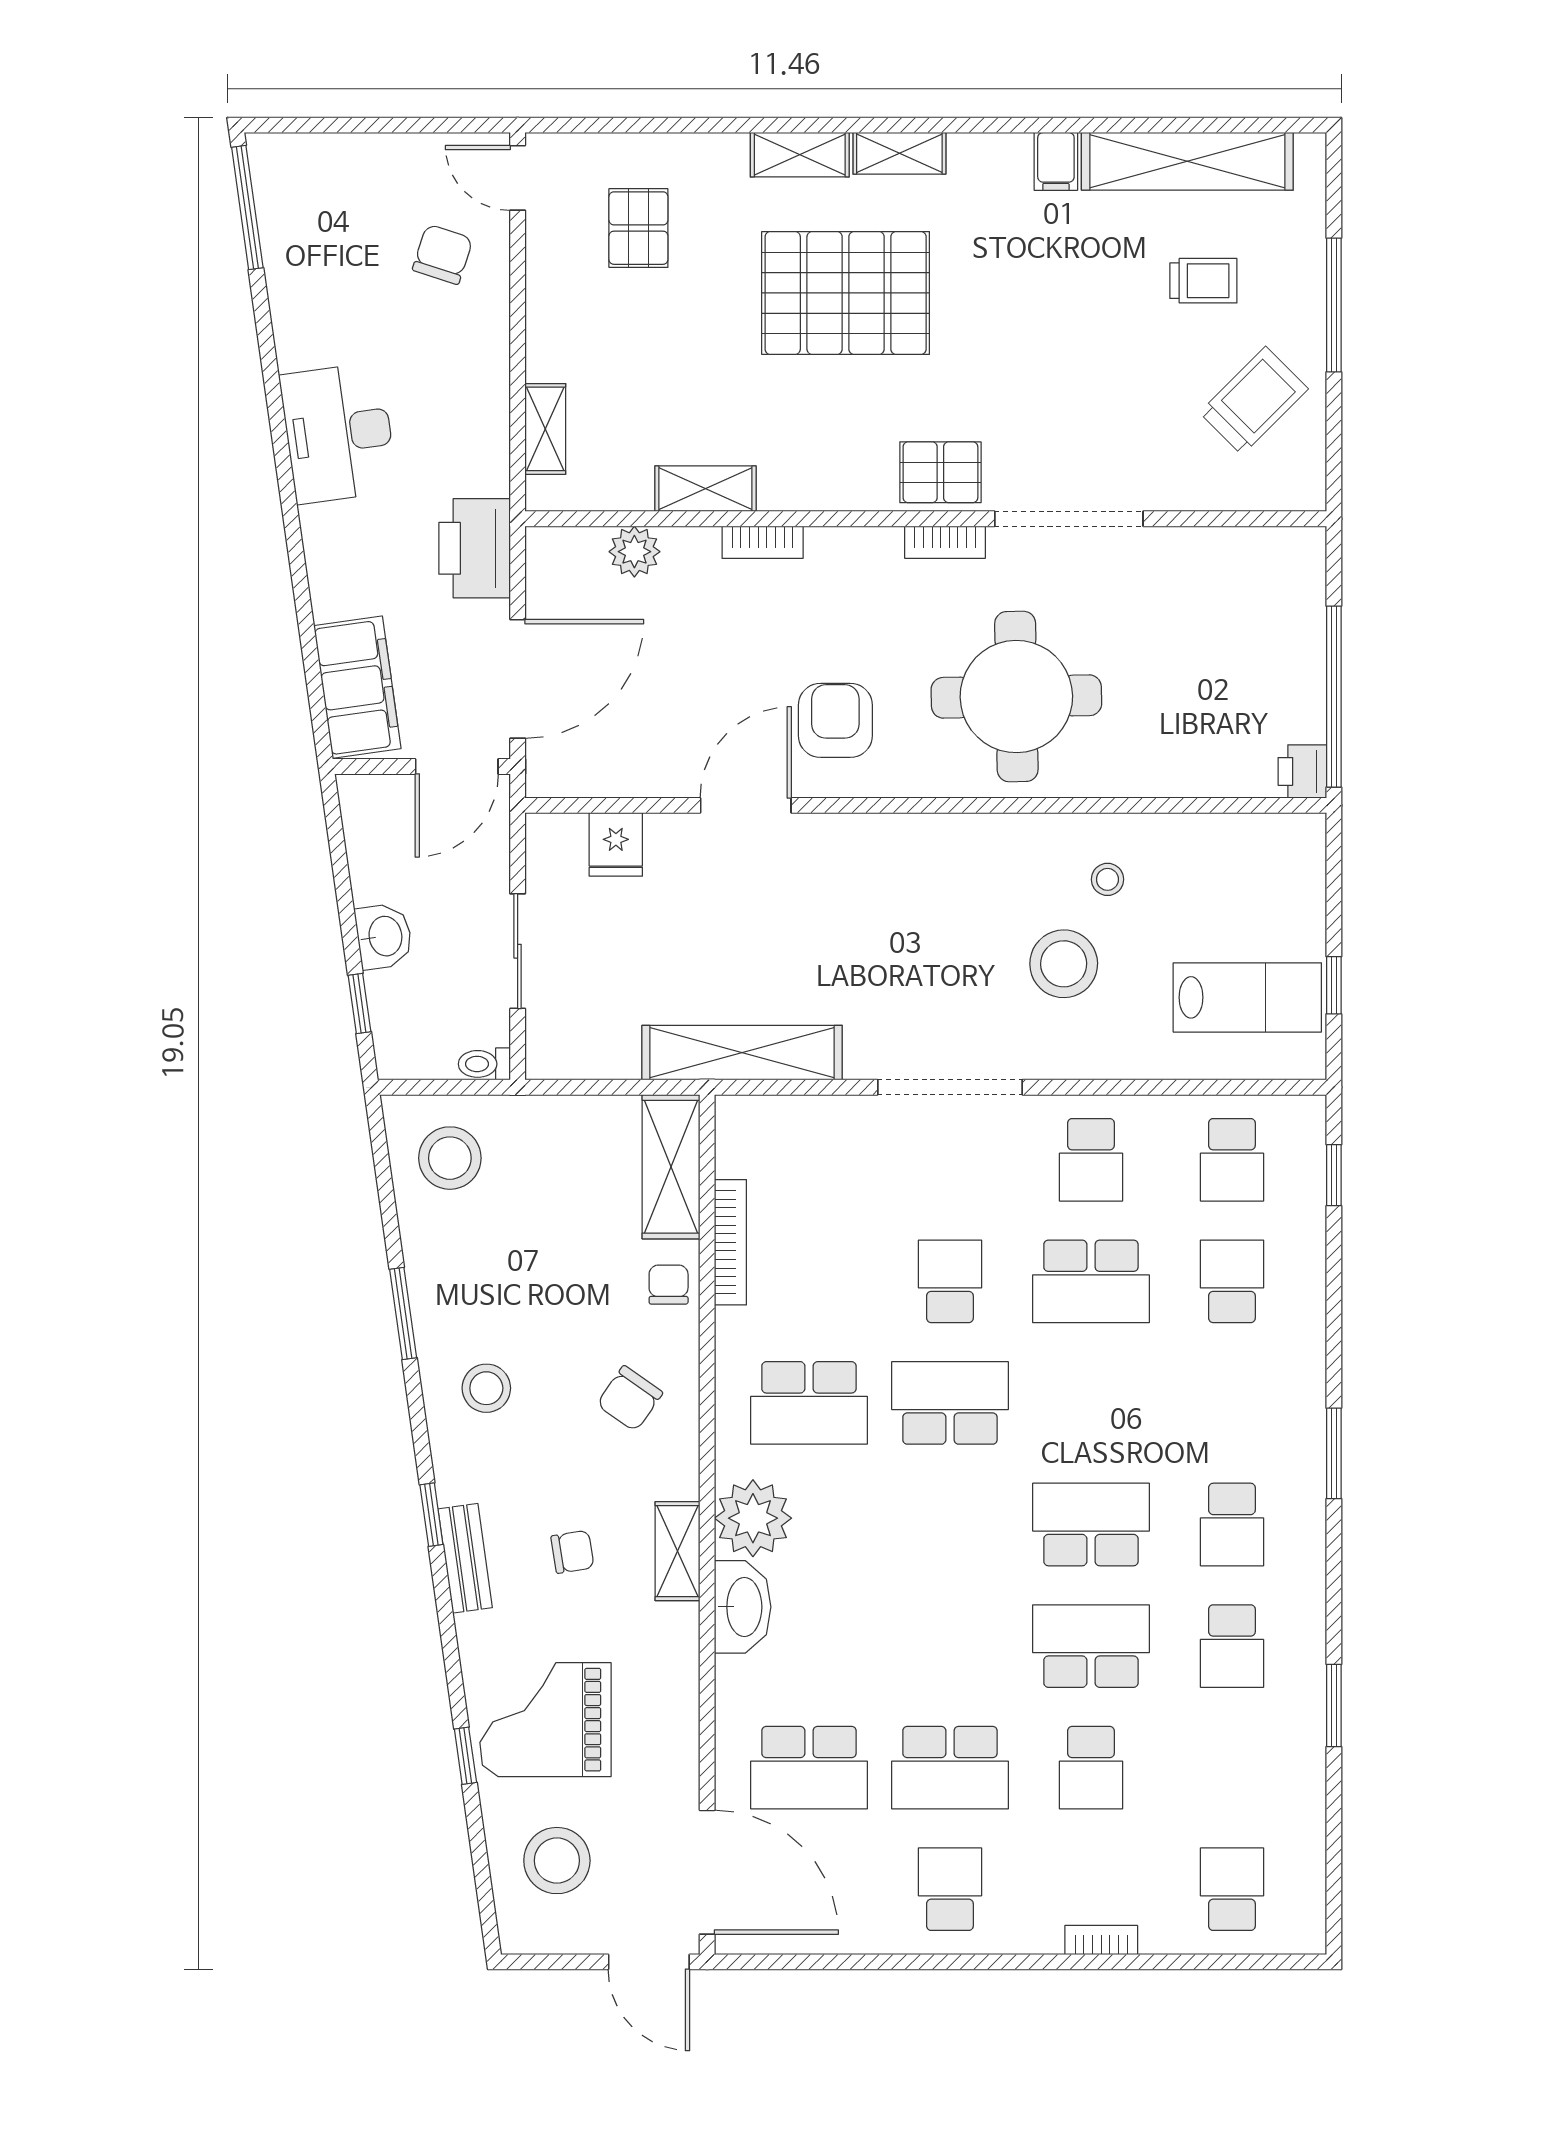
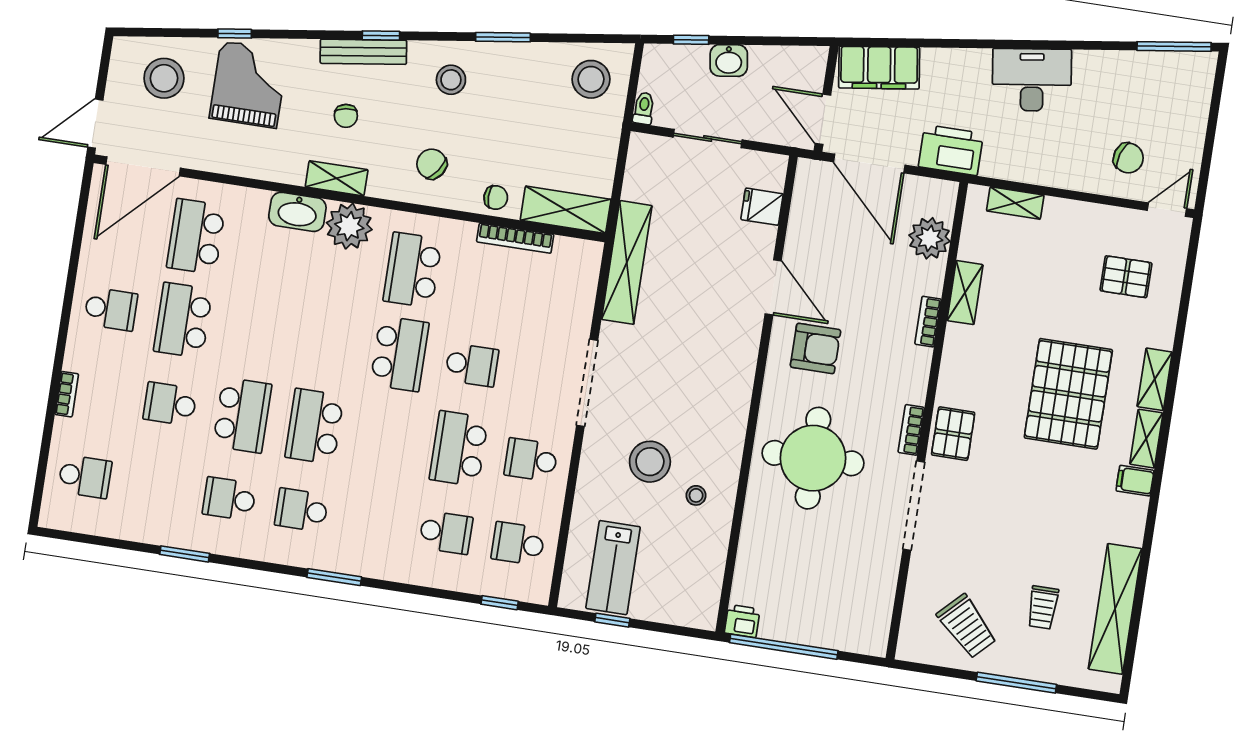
filing cabinet: (1056, 161) -> (1135, 481), moved
plant: (634, 552) -> (930, 238), width x1.36, depth x1.36
school desk: (1091, 1525) -> (314, 426), turned 180
bench: (465, 1558) -> (363, 52), width x1.36

